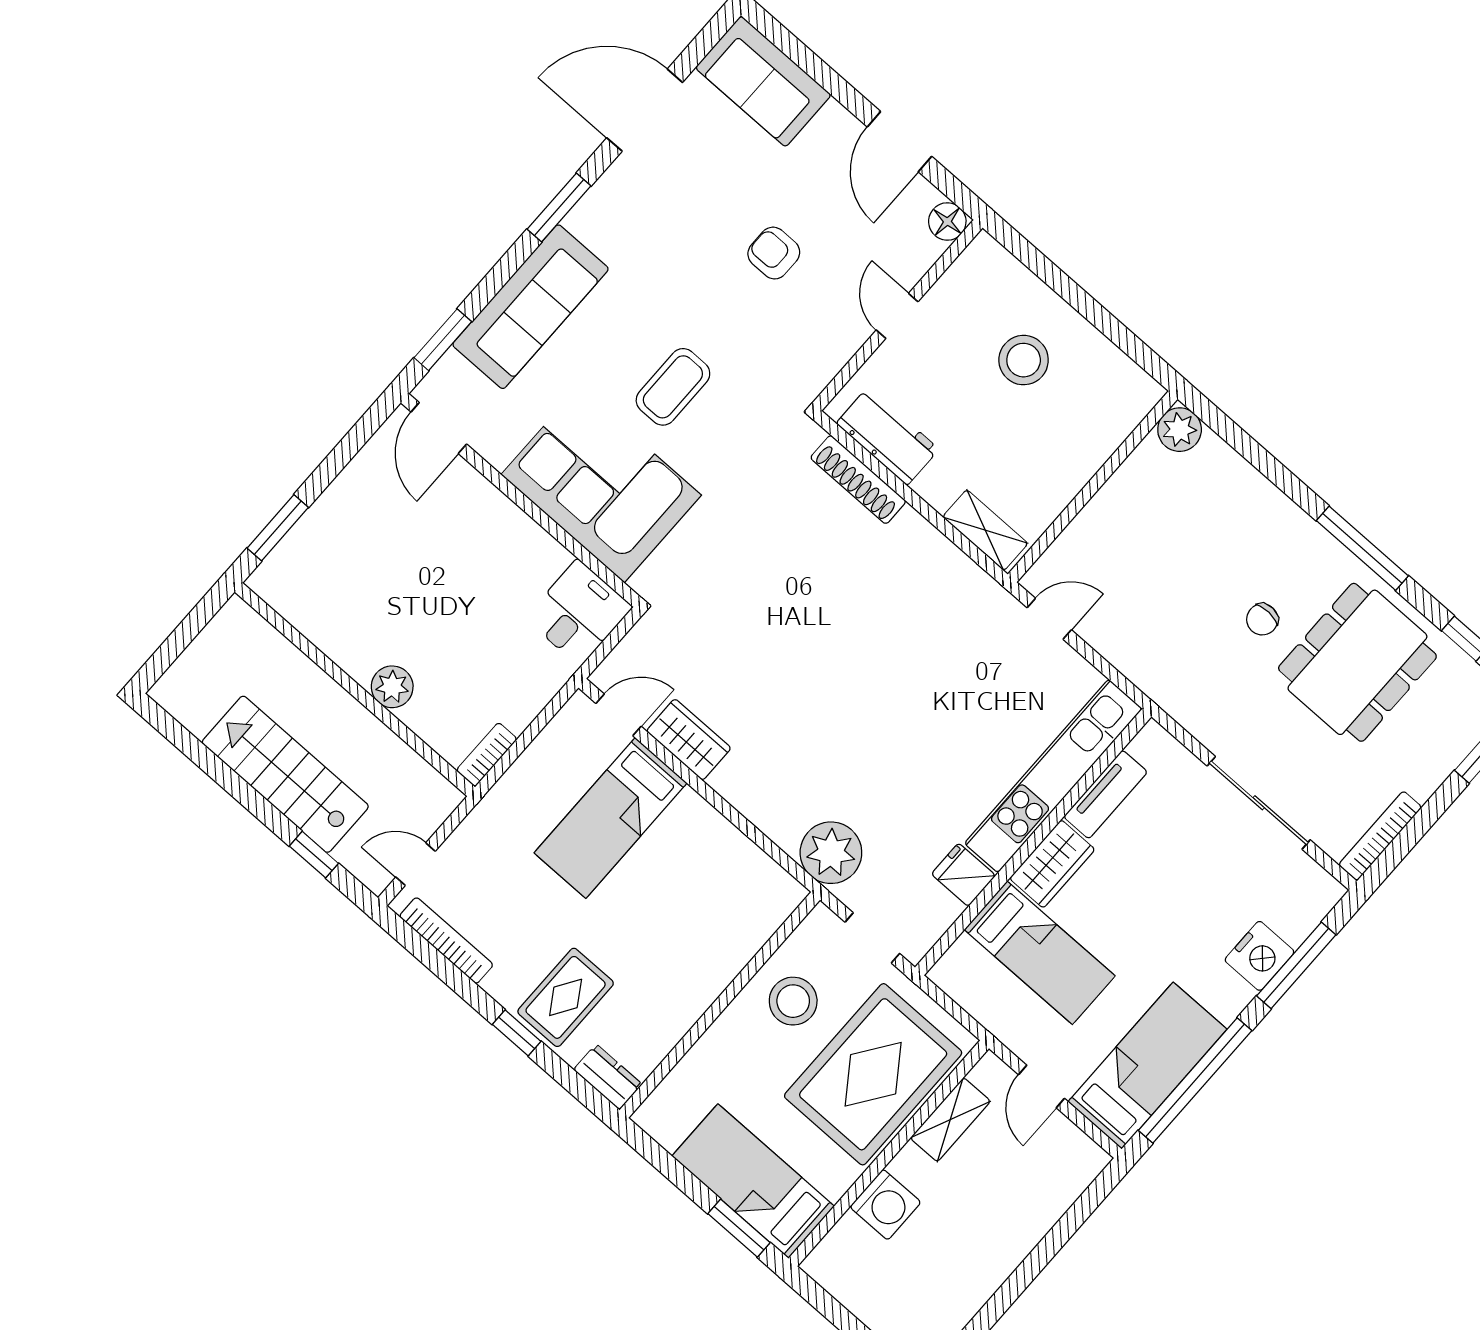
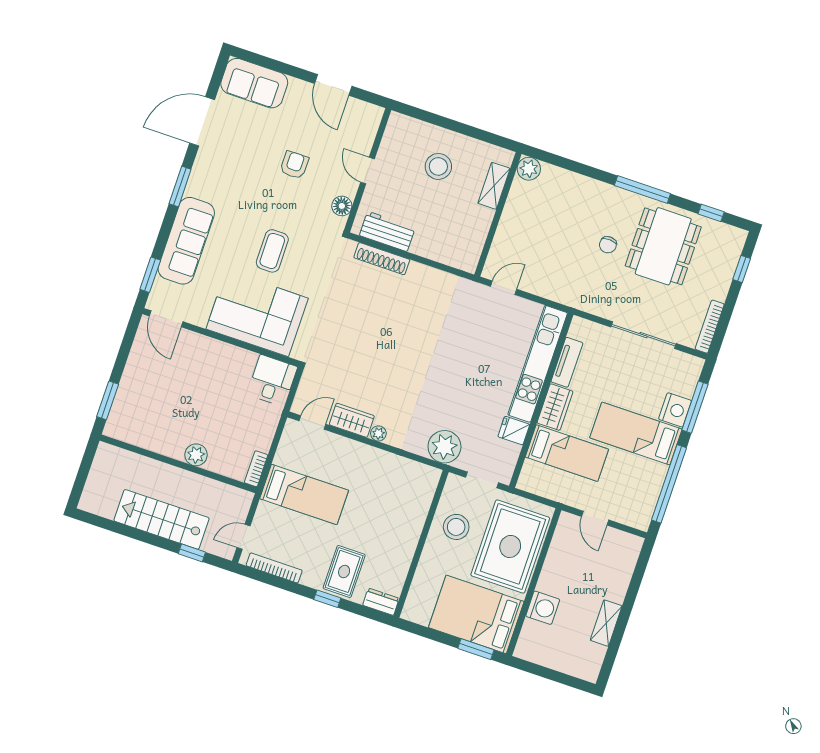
floor lamp: (947, 222) -> (342, 206), moved
armchair: (774, 253) -> (294, 165), turned 90
shelving: (985, 530) -> (494, 186), moved, turned 90
plant: (725, 782) -> (378, 433), added
bed: (611, 818) -> (304, 495), moved, turned -90
bed: (1147, 1066) -> (636, 434), moved, turned -90
shelving: (950, 1120) -> (606, 623), moved
bed: (753, 1181) -> (476, 614), width x1.50

